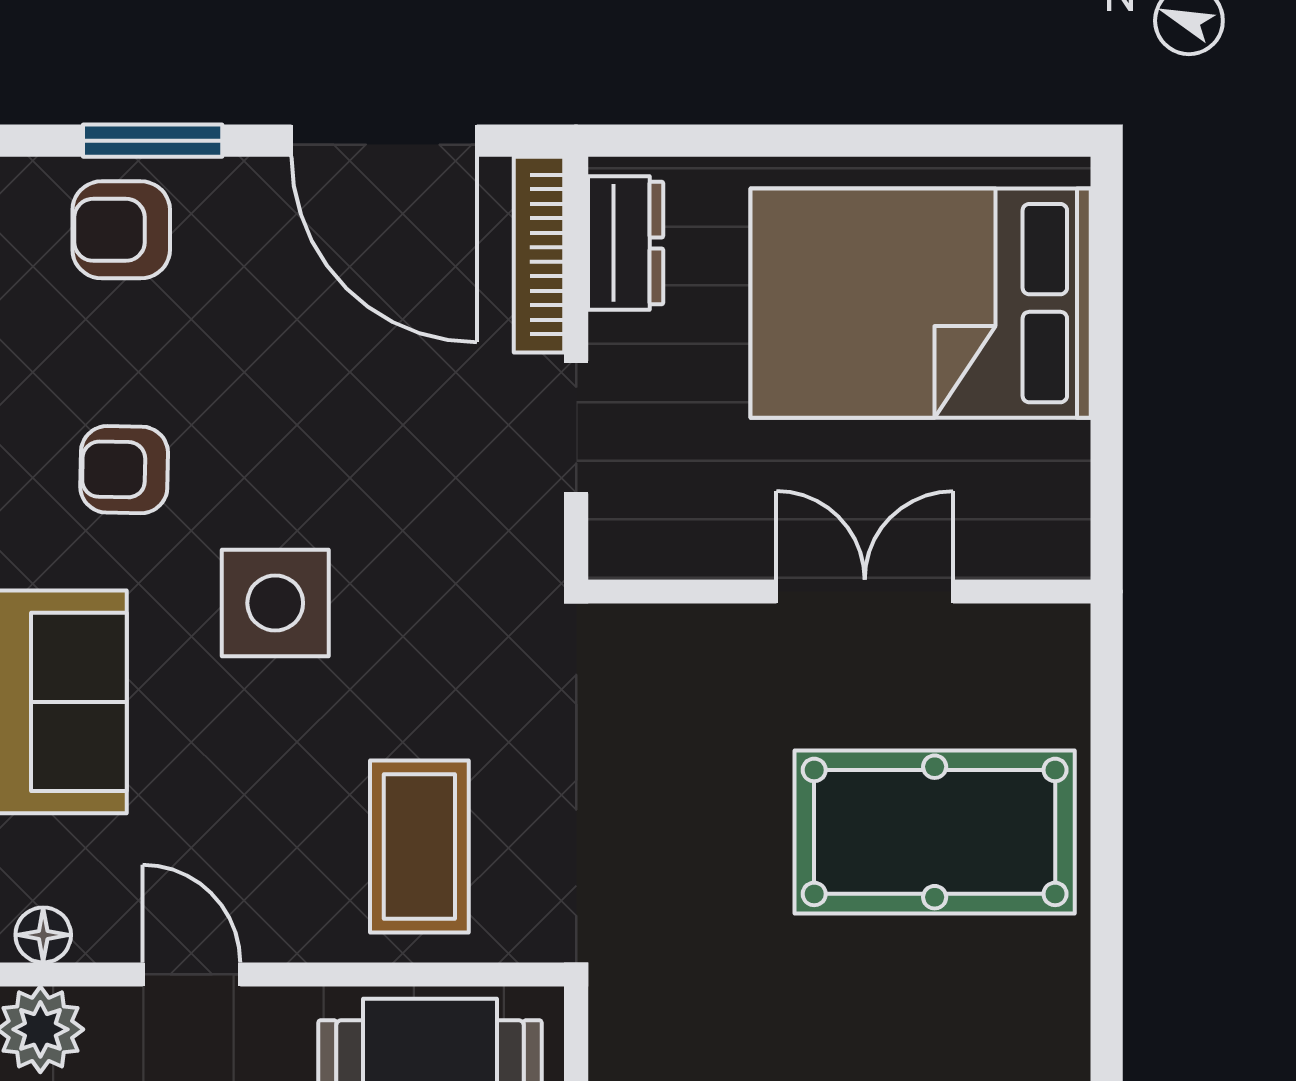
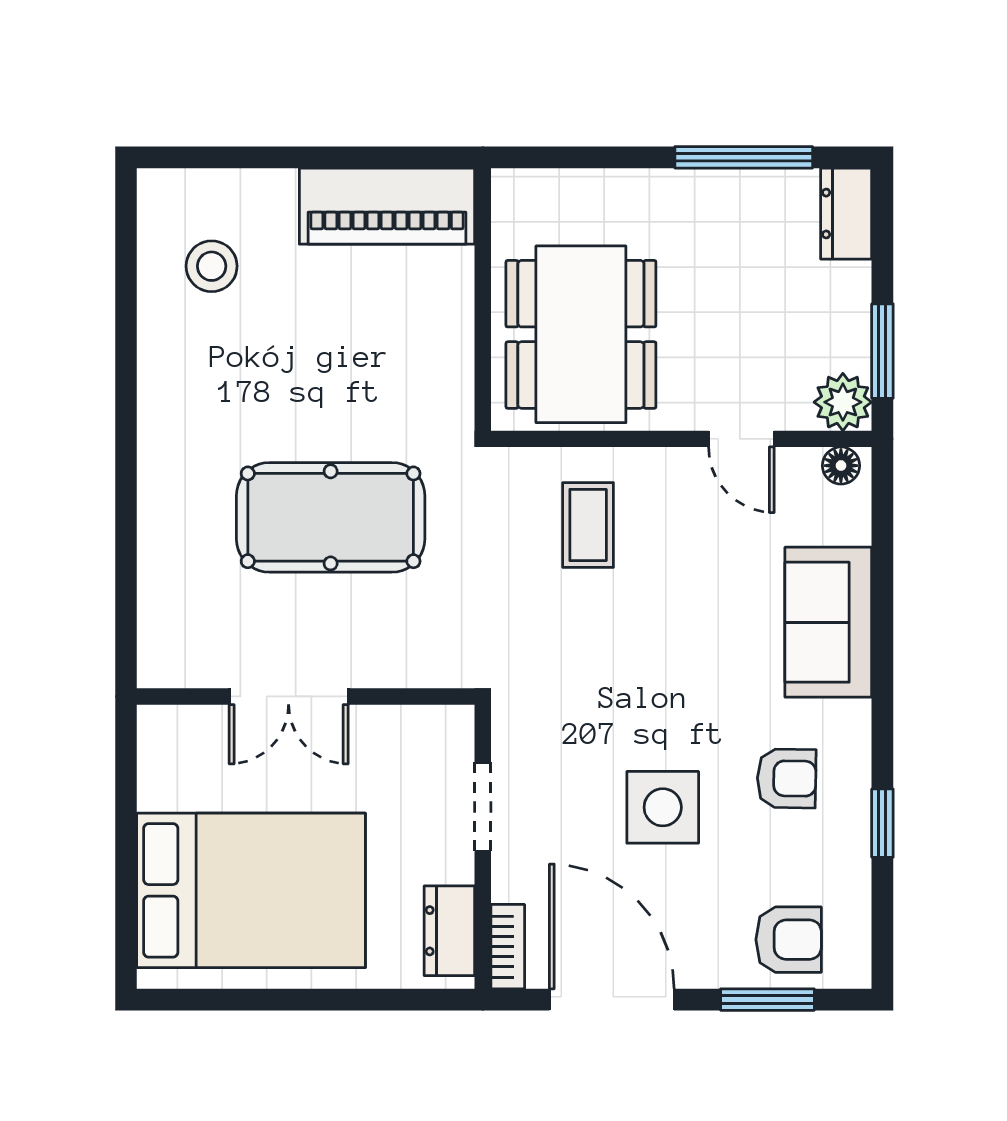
bookcase: (539, 255) -> (508, 947), width x0.64
side table: (275, 603) -> (663, 807), moved
pool table: (935, 832) -> (331, 517), moved
coffee table: (419, 846) -> (588, 525), width x0.73, depth x0.77

